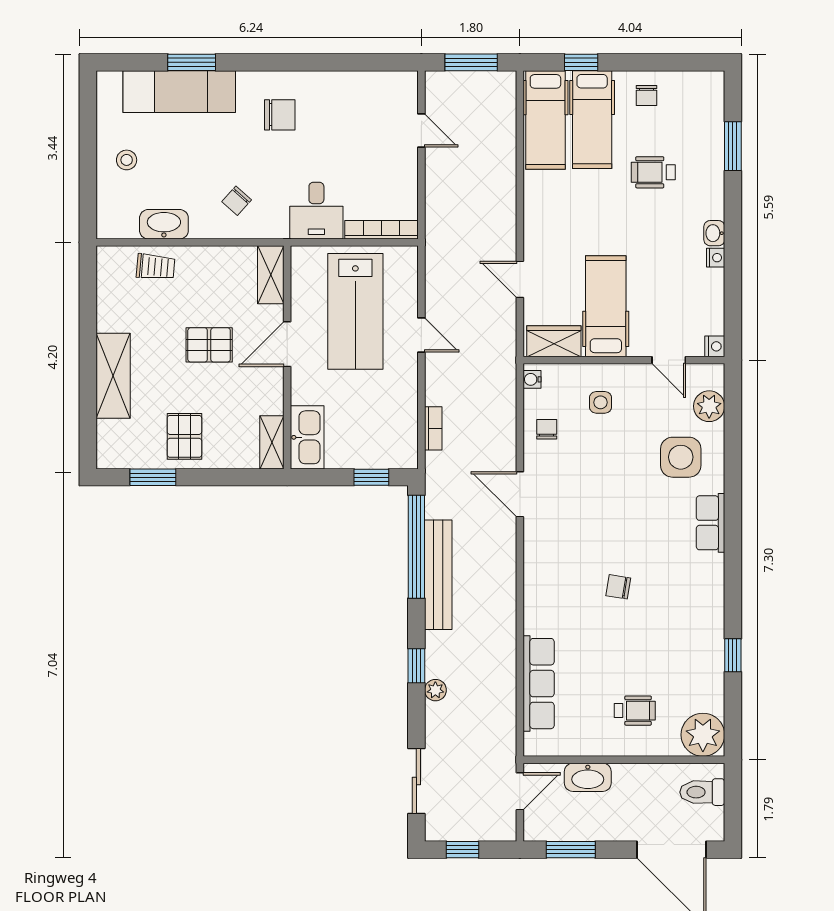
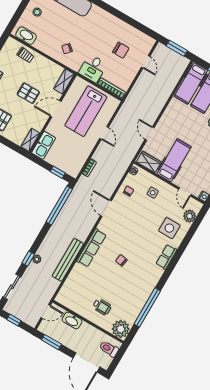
chair: (280, 115) -> (121, 50), moved
washbasin: (164, 224) -> (26, 36), moved
bench: (438, 575) -> (68, 260), moved
window: (733, 655) -> (147, 307), width x3.17
window: (416, 666) -> (28, 259), moved
row of seats: (539, 684) -> (92, 248), moved

